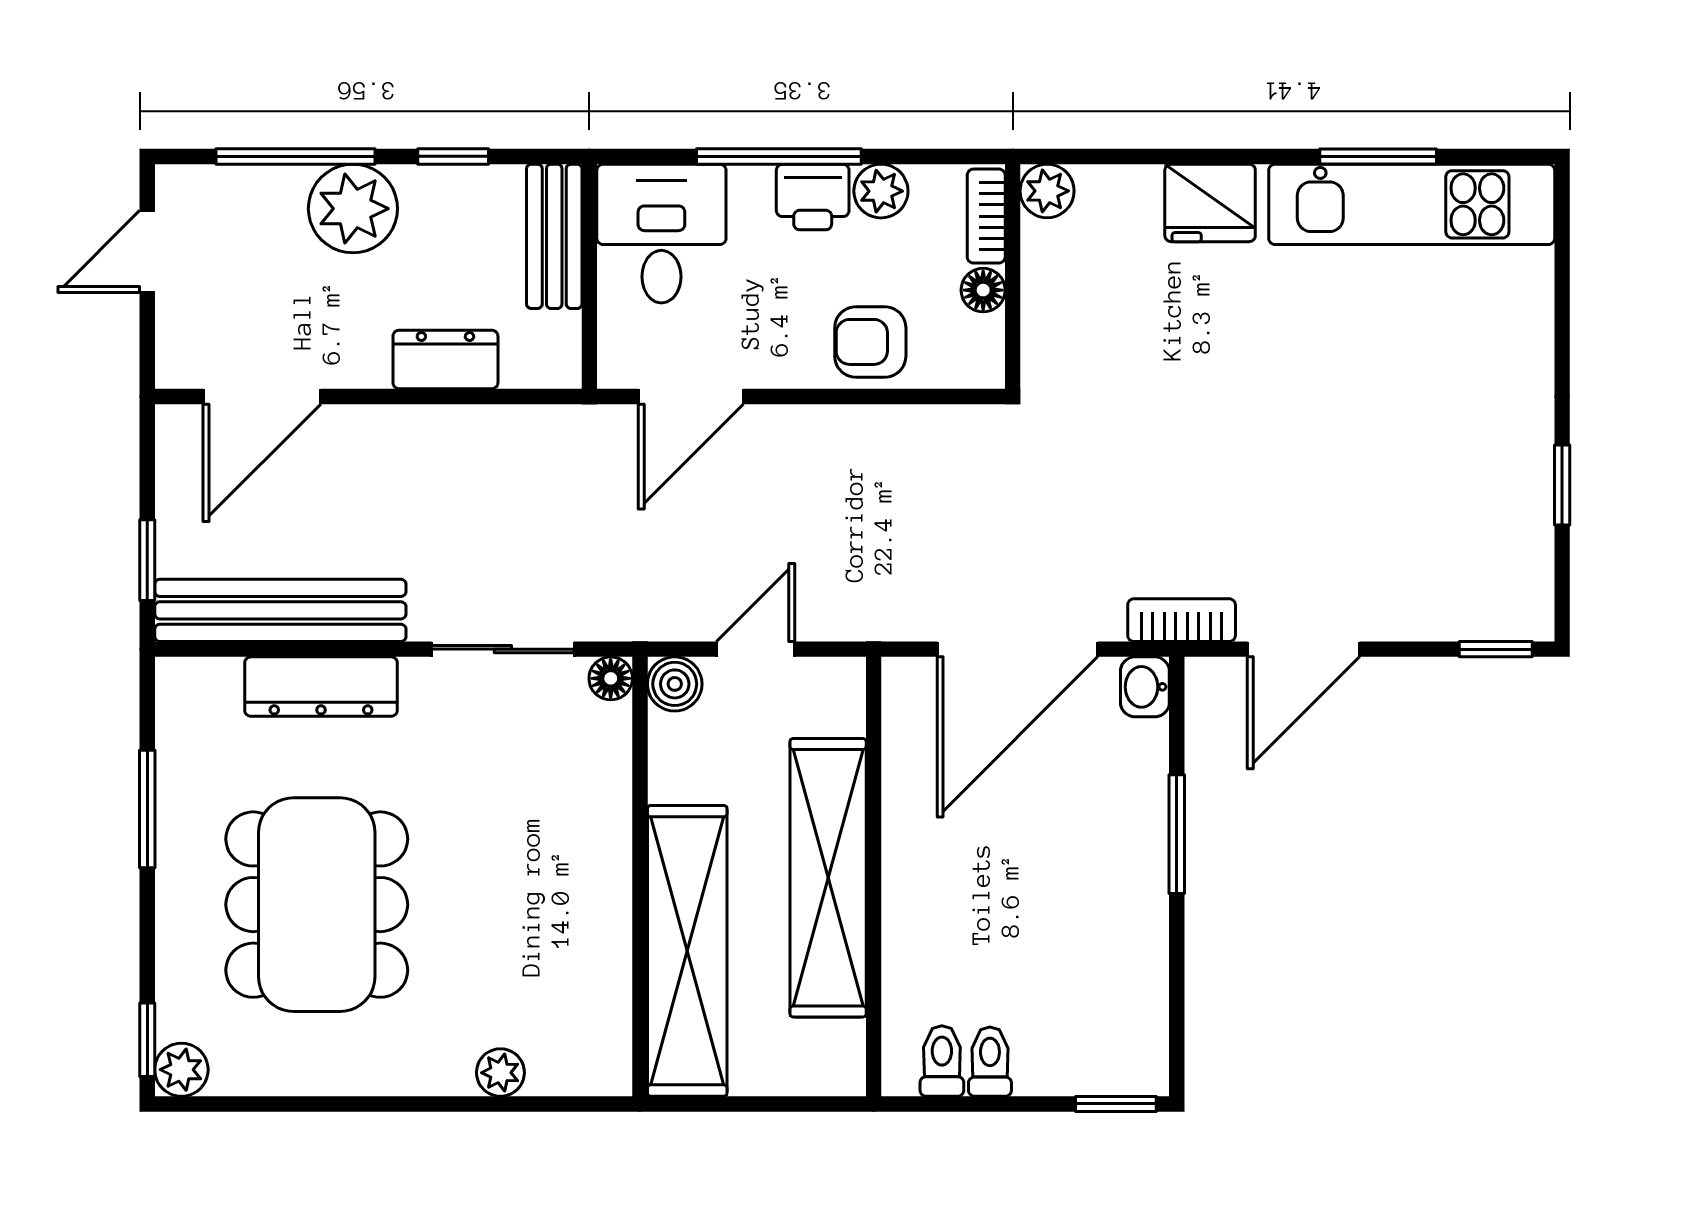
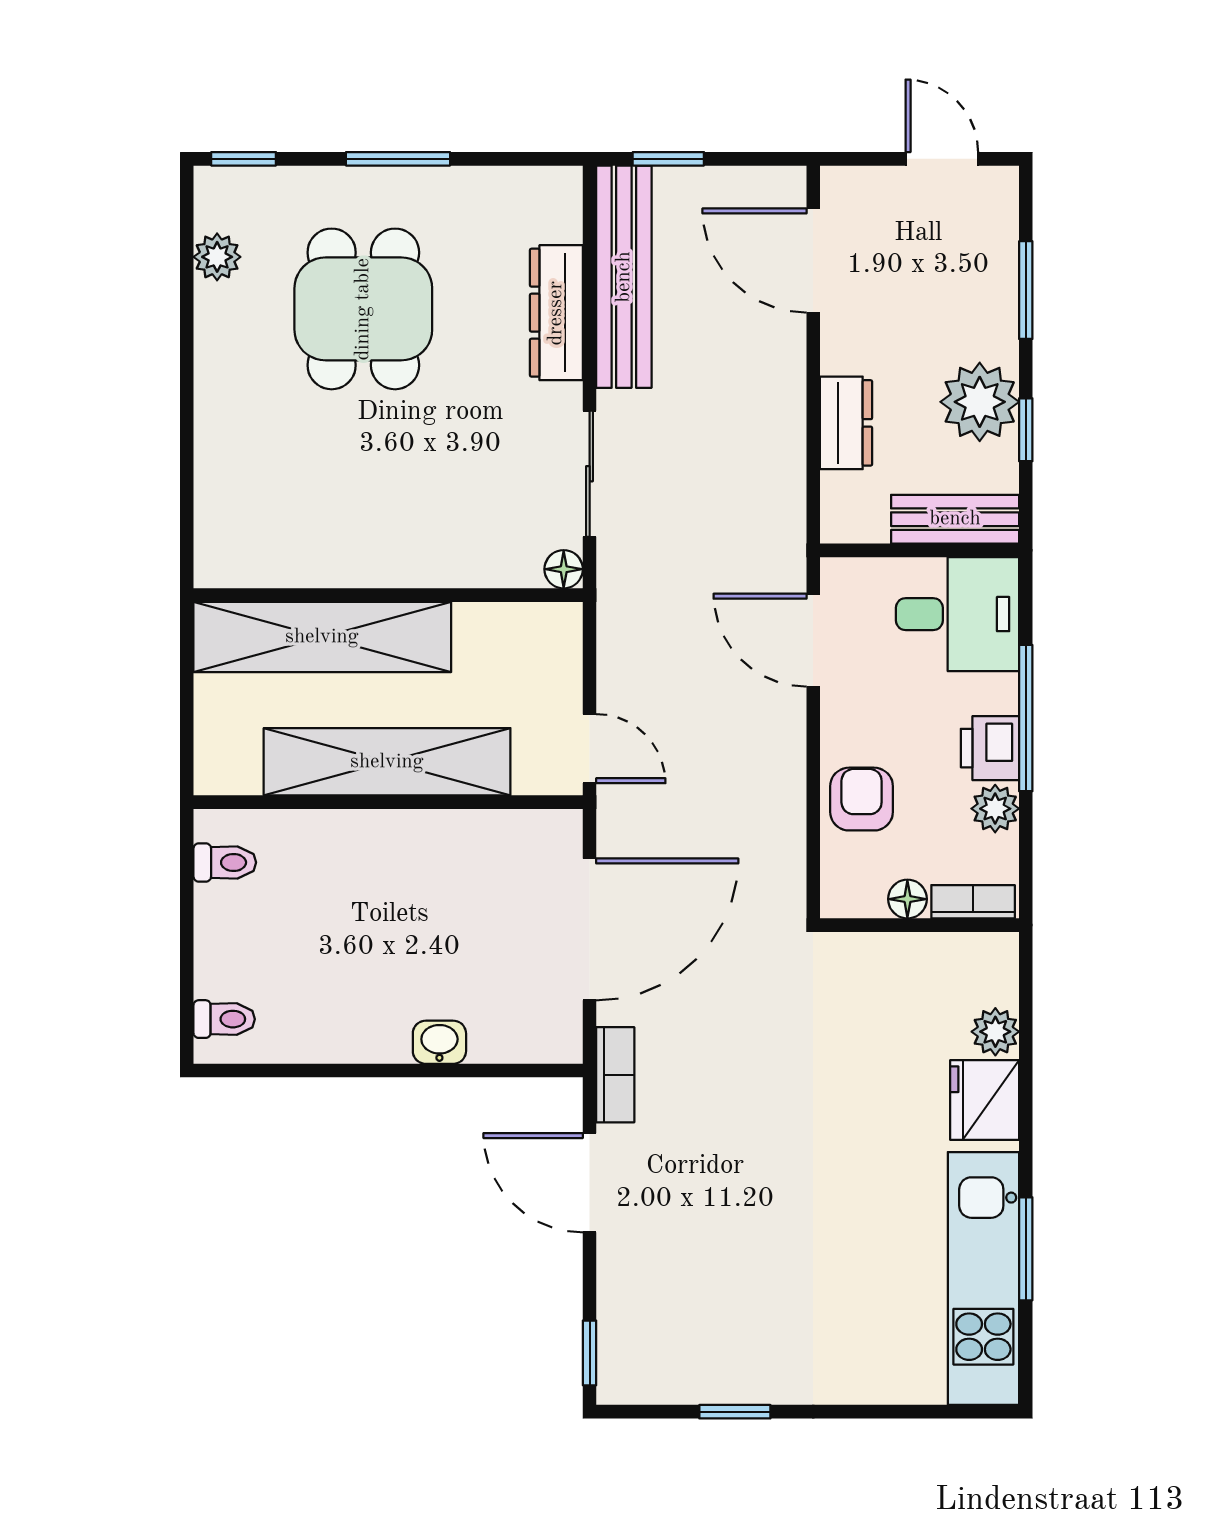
window: (295, 156) -> (1026, 290), width x0.69
plant: (1047, 191) -> (995, 1032), moved
plant: (353, 209) -> (980, 402), moved
door: (755, 649) -> (590, 749), moved
door: (1017, 649) -> (590, 929), swing flipped
boiler: (675, 684) -> (559, 626), removed
washbasin: (1145, 687) -> (439, 1042), moved
window: (147, 809) -> (398, 159), moved
window: (1177, 834) -> (426, 1071), removed
dining table: (317, 905) -> (363, 309), width x0.73
toilet: (990, 1062) -> (224, 1019), moved
plant: (181, 1070) -> (217, 257), moved
plant: (500, 1073) -> (215, 472), removed
window: (1116, 1104) -> (187, 1017), removed

